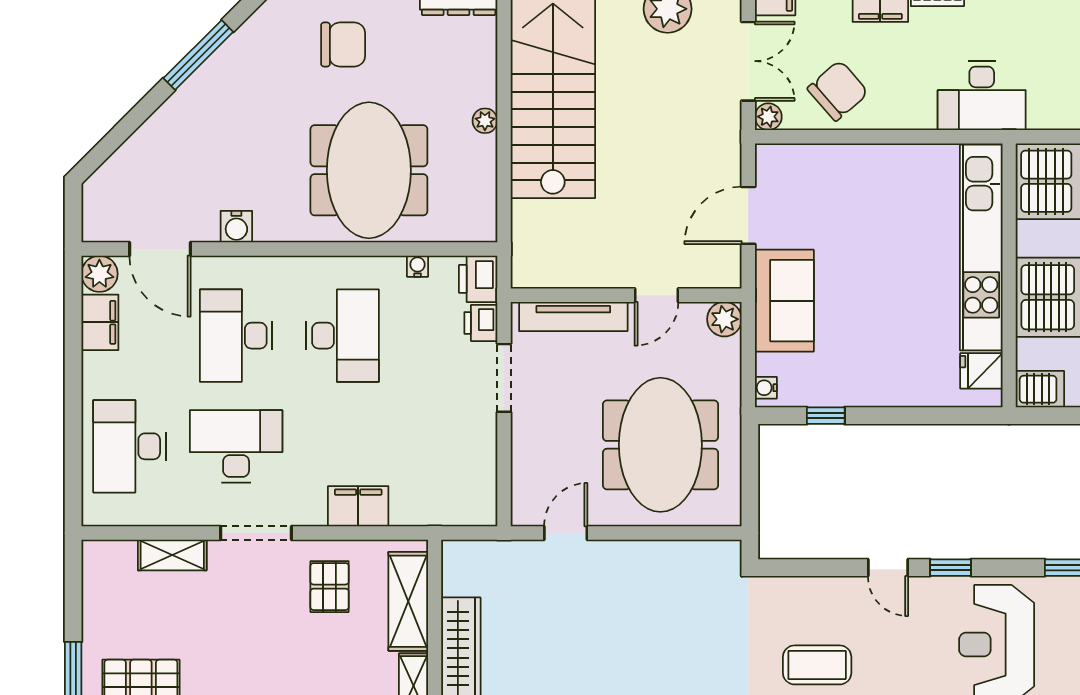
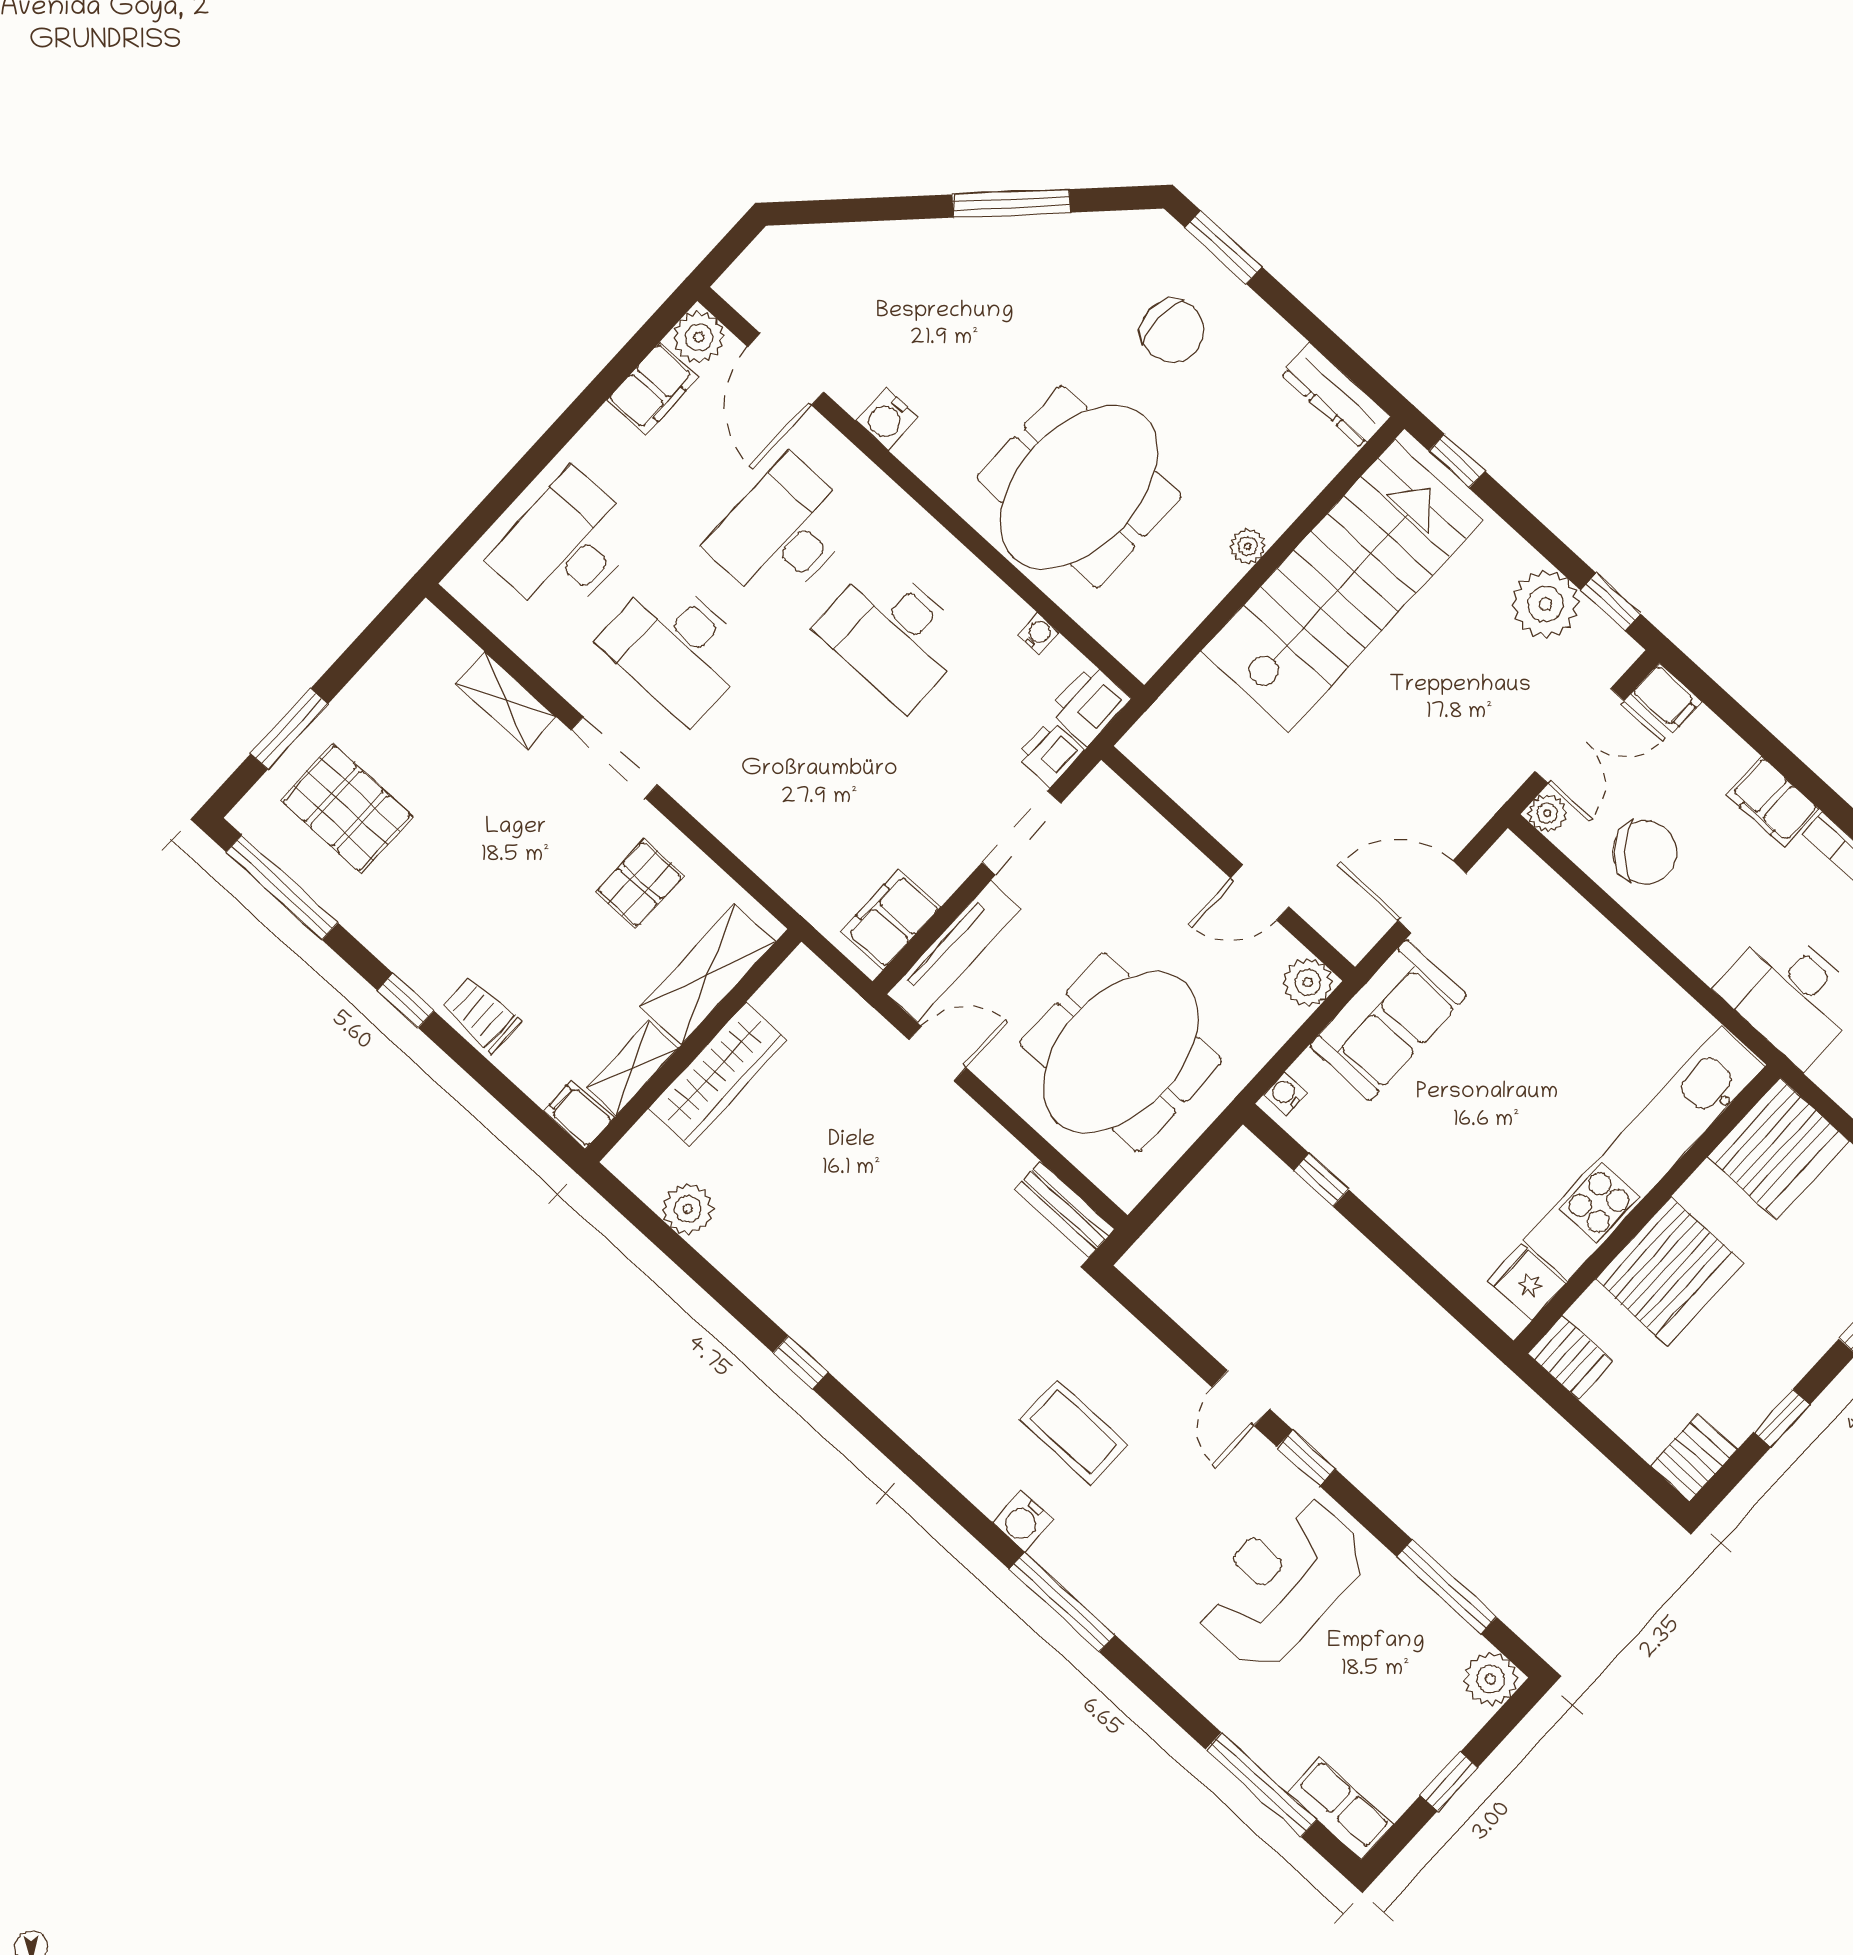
tv unit: (573, 317) -> (954, 952), moved, turned -90
desk: (343, 336) -> (893, 634), turned 90
desk: (236, 446) -> (676, 648), turned 180
filing cabinet: (358, 506) -> (891, 919), moved, turned -90
bench: (706, 553) -> (1065, 1209), added

